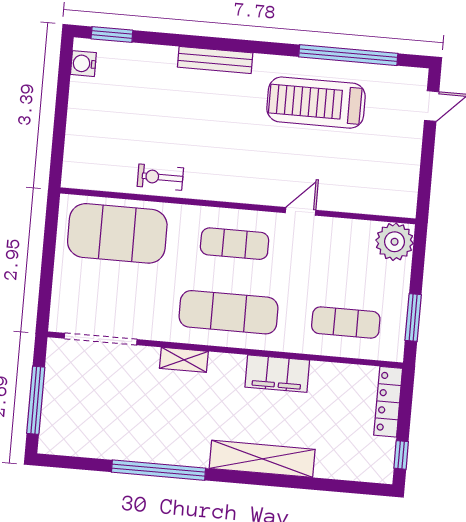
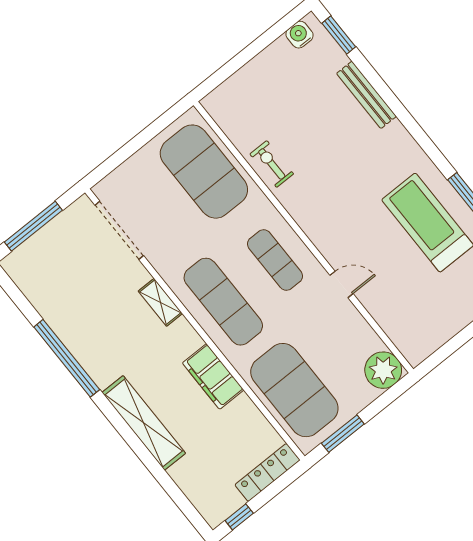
bench: (215, 60) -> (366, 95), moved
exercise mat: (346, 322) -> (294, 390), width x2.00, depth x1.45

